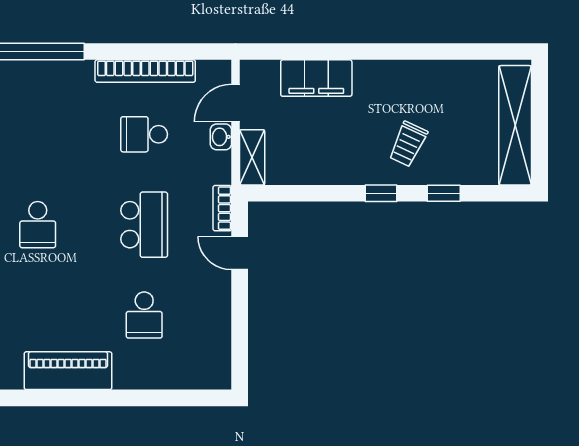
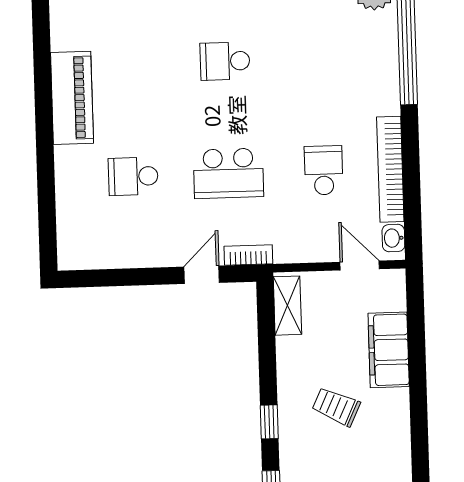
washbasin: (221, 137) -> (393, 238), moved, turned -90
trolley: (408, 144) -> (336, 407), moved
shelving: (252, 157) -> (287, 306), moved, turned 90

